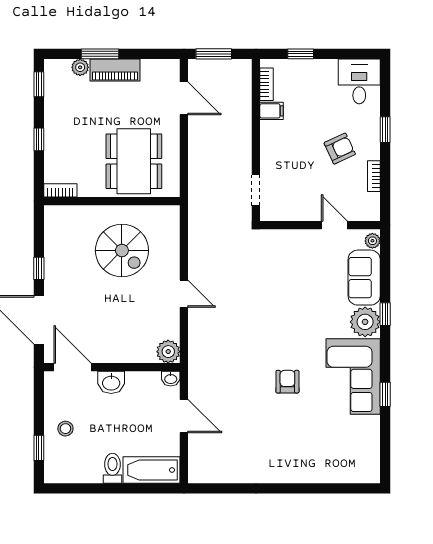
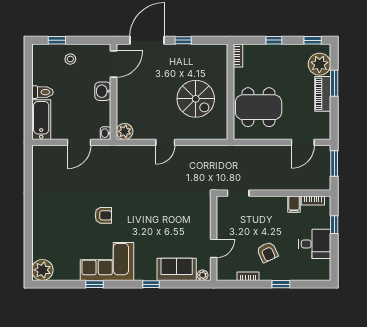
plant: (80, 67) -> (319, 64), width x1.88, depth x1.88
desk: (359, 81) -> (315, 244), moved
spiral stairs: (122, 250) -> (196, 99), turned -90
plant: (365, 322) -> (42, 270), moved

